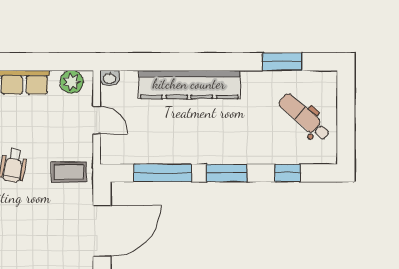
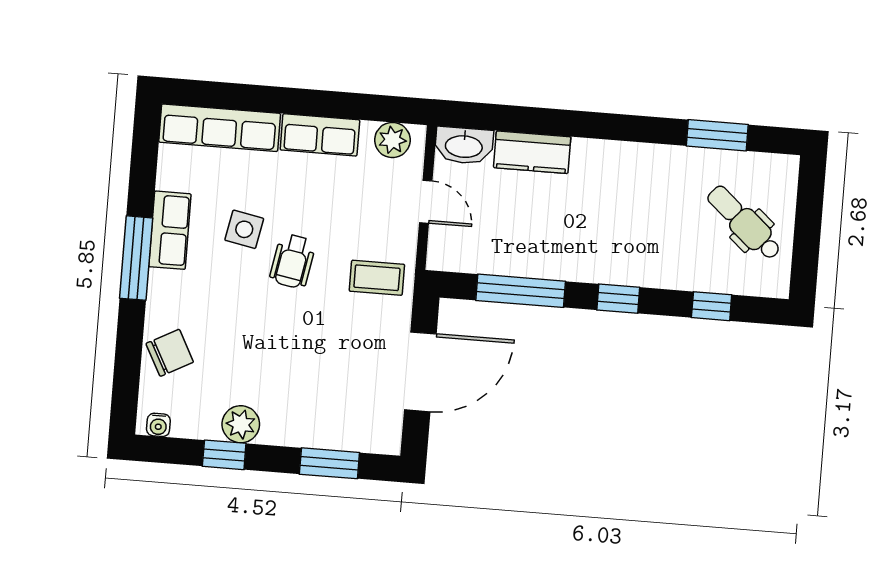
washbasin: (109, 78) -> (464, 146), width x1.91, depth x1.45
kitchen counter: (189, 84) -> (532, 152), width x0.48, depth x0.86
window: (227, 173) -> (618, 299), width x0.67

